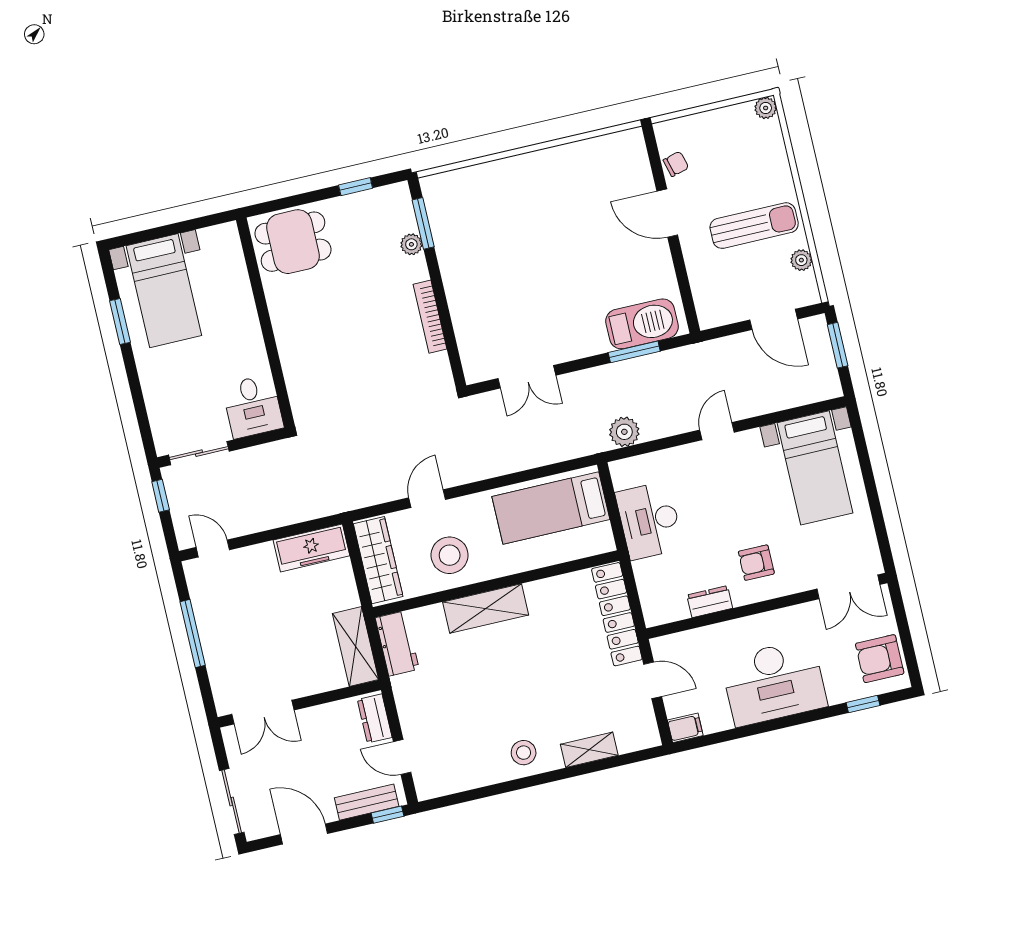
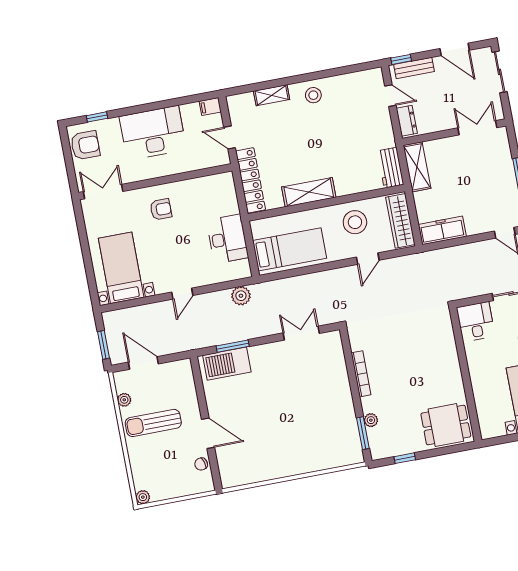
dresser: (710, 602) -> (191, 186), removed
shelving: (486, 608) -> (309, 192), moved

